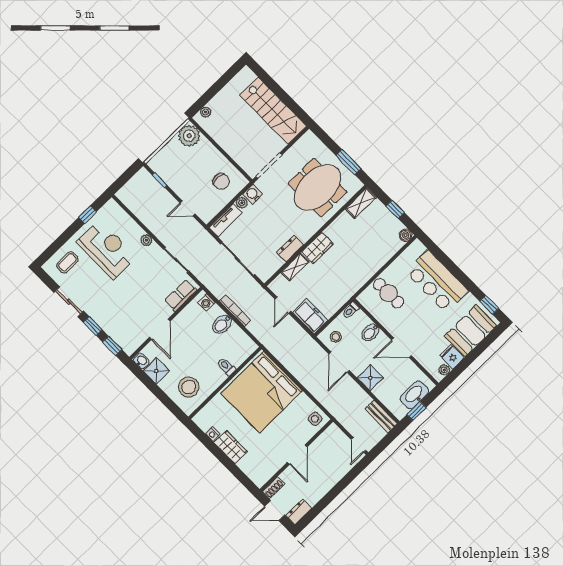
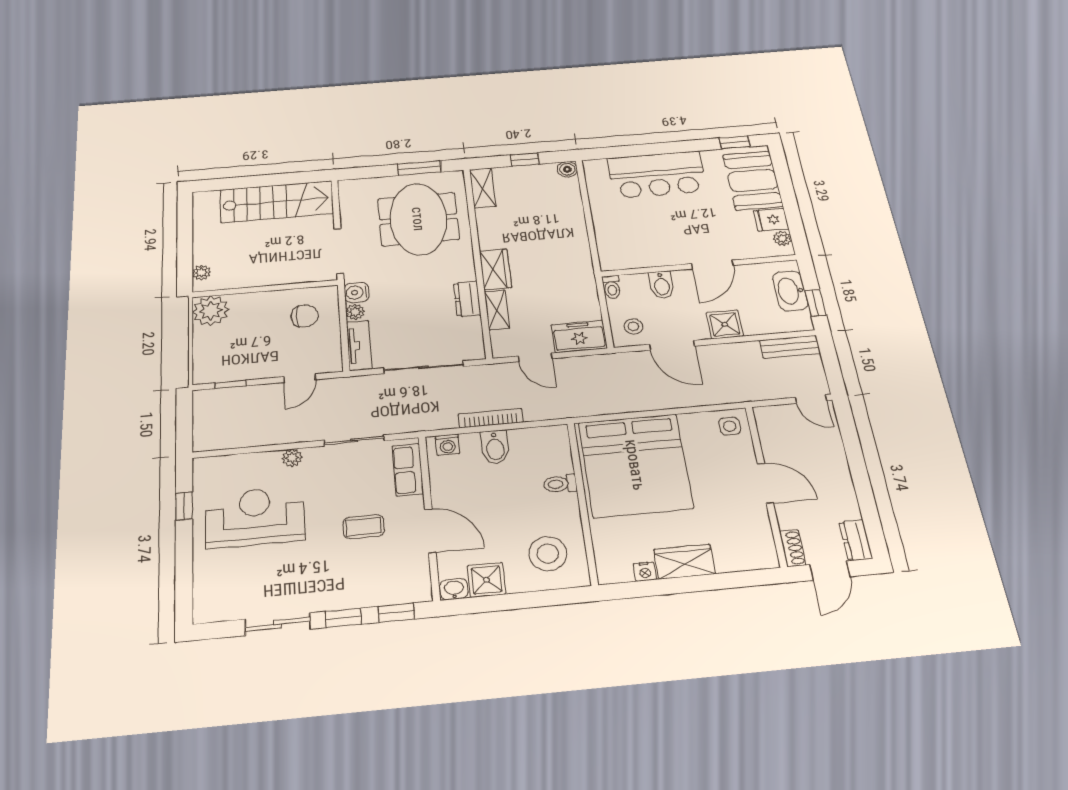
coffee table: (67, 262) -> (364, 527), moved, turned 90
cafe table: (389, 293) -> (626, 233), removed

